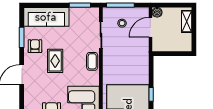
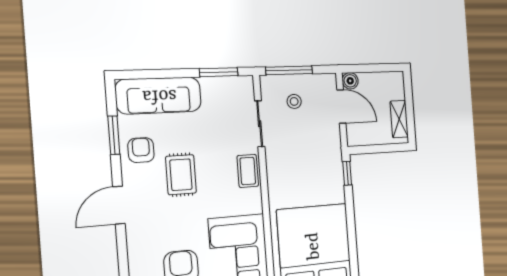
shelving: (187, 21) -> (399, 119), moved
door: (150, 27) -> (341, 106), swing flipped
window: (151, 94) -> (347, 173), moved

